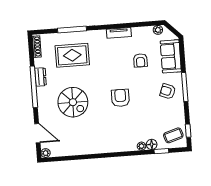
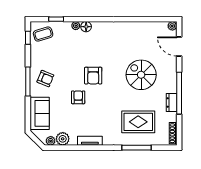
plant: (146, 33) -> (63, 139), added
armchair: (140, 60) -> (78, 97), moved
floor lamp: (152, 144) -> (86, 27), moved

